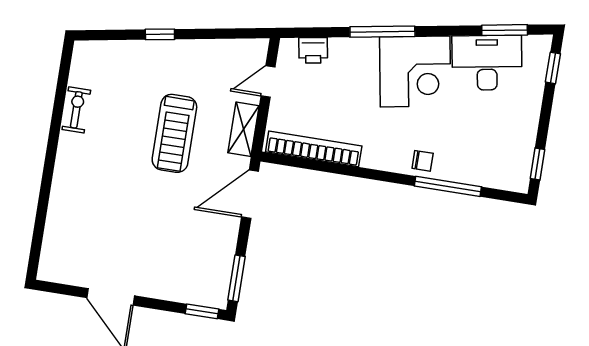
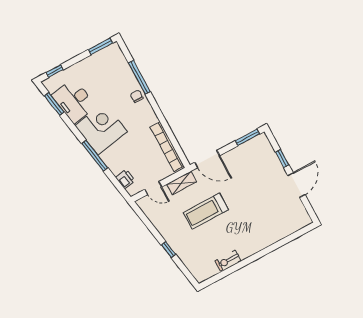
treadmill: (174, 133) -> (206, 211), turned 180
window: (538, 164) -> (101, 46), width x1.50
window: (202, 311) -> (282, 158), moved

